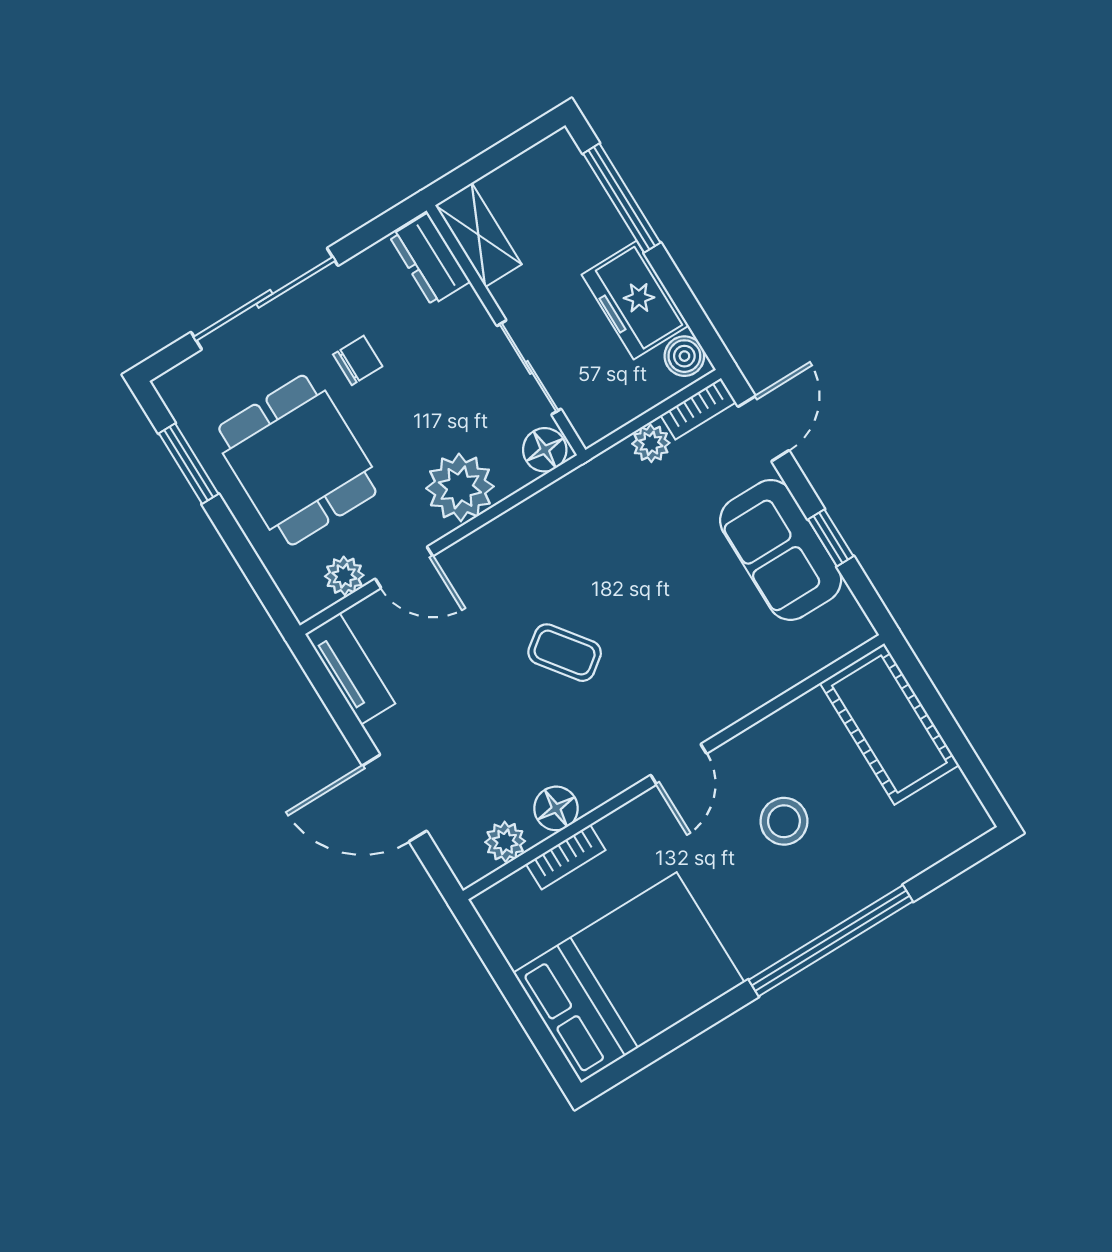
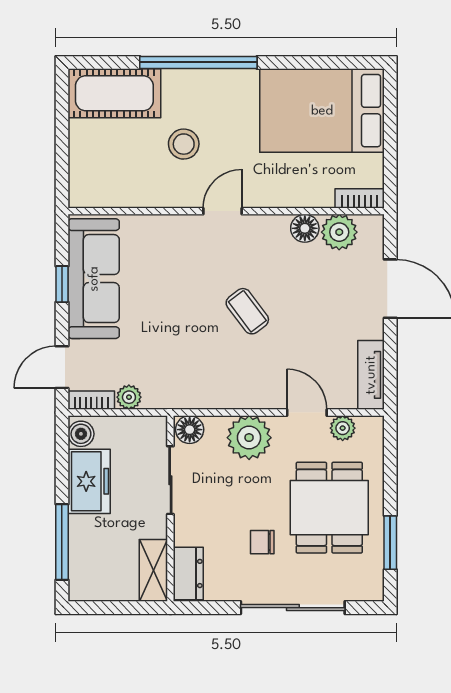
sofa: (781, 550) -> (94, 279), width x1.36
cot: (889, 724) -> (114, 93), moved, turned 90
plant: (505, 842) -> (339, 232), width x1.38, depth x1.38
bookcase: (566, 857) -> (359, 198), moved

